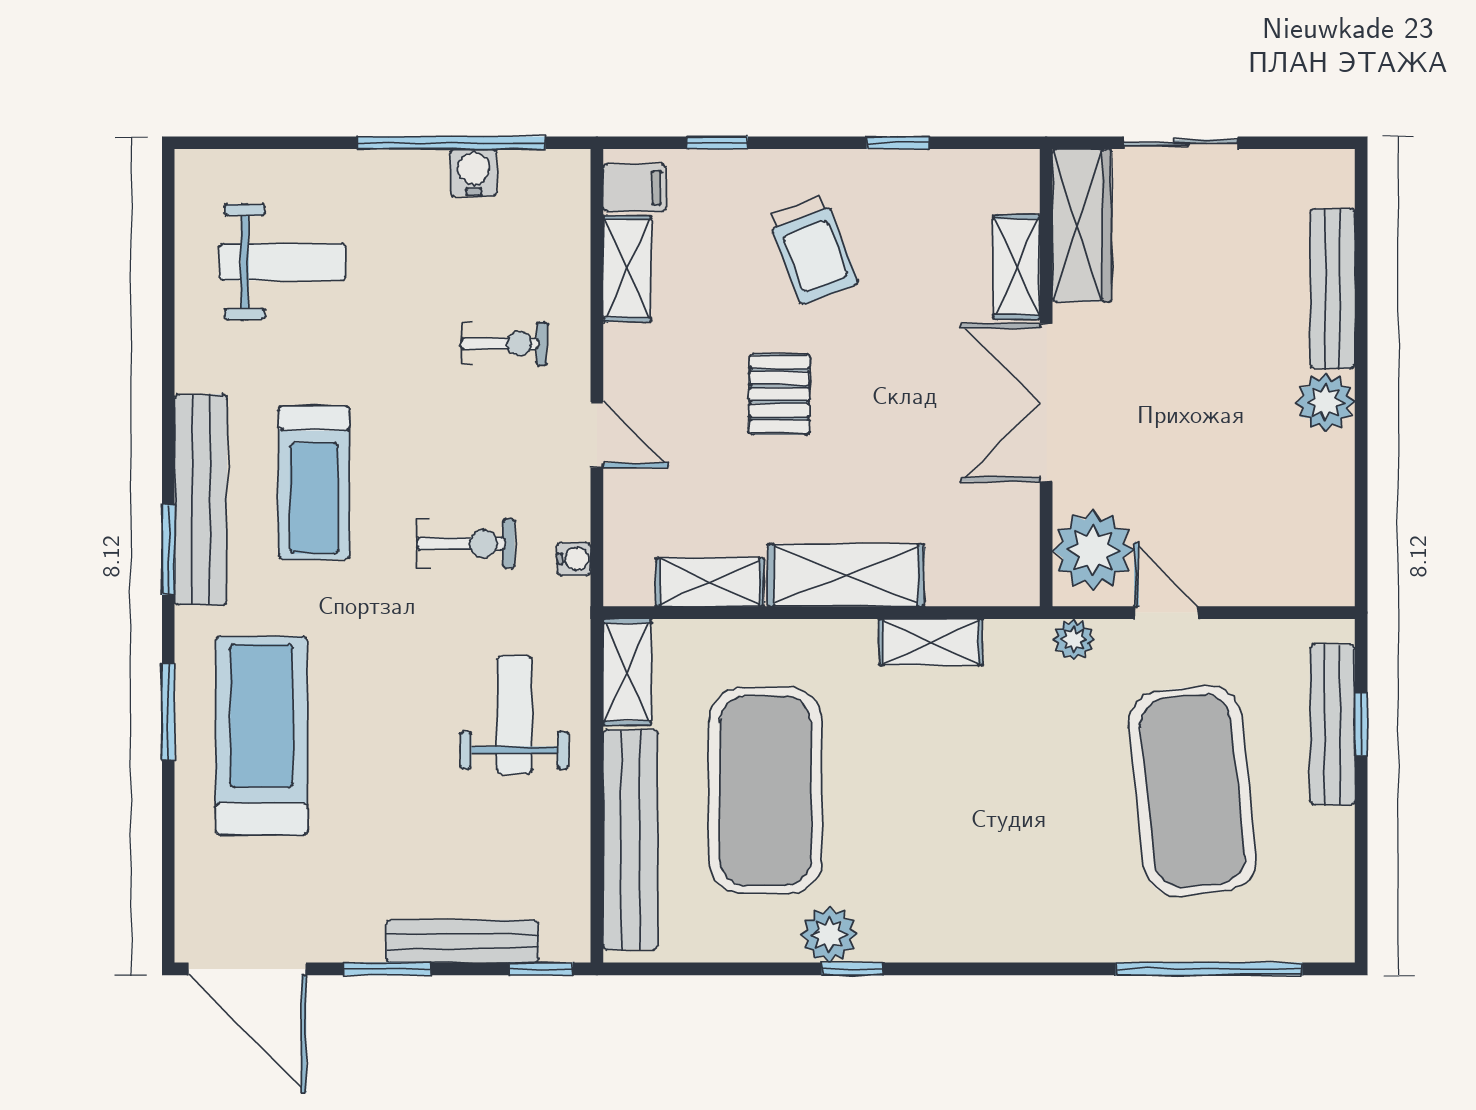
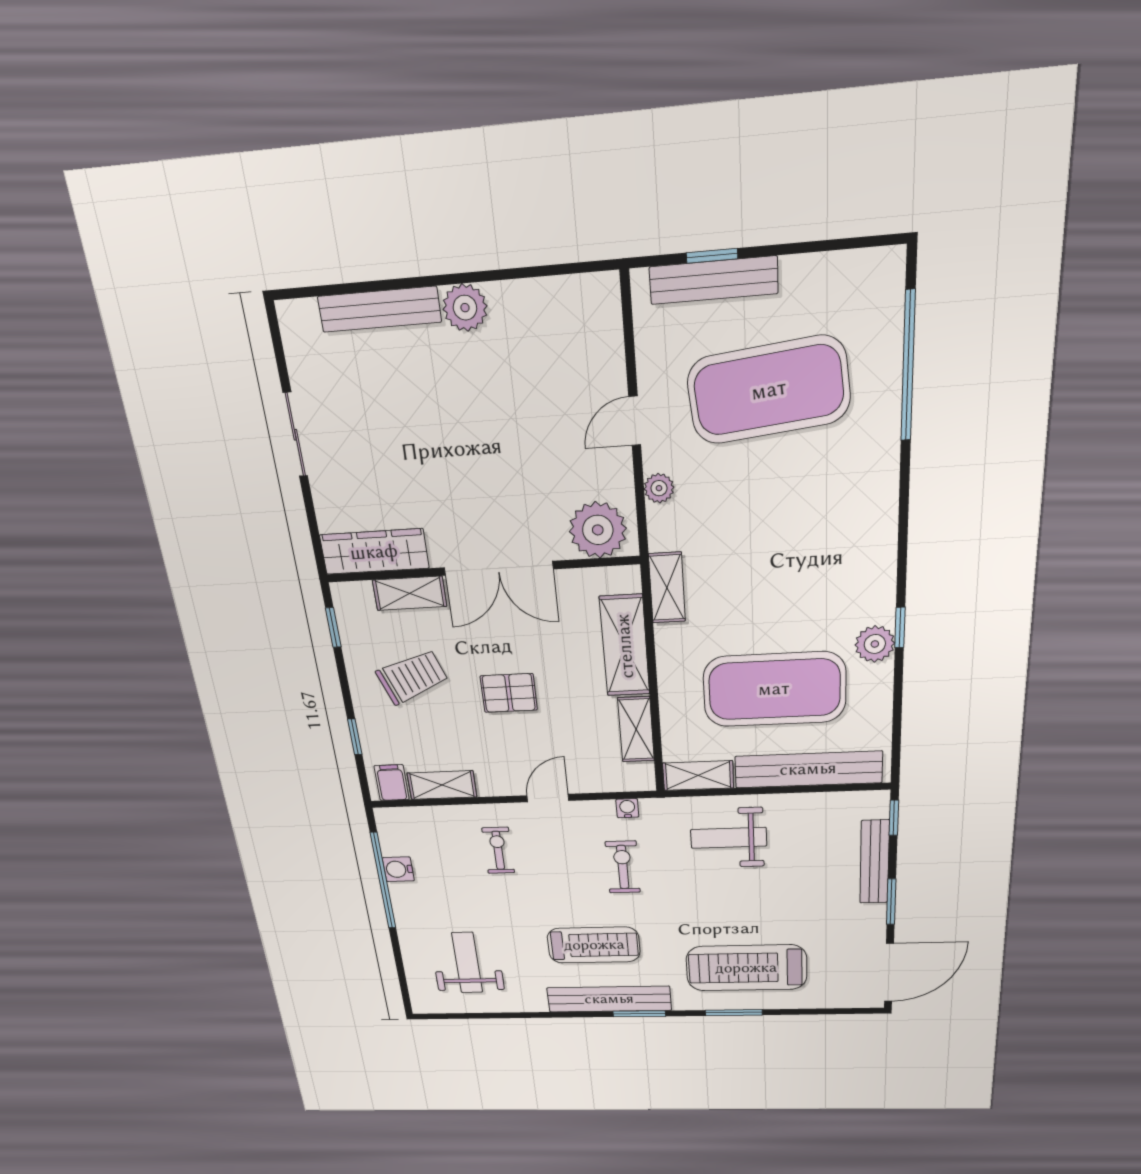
wardrobe: (1082, 225) -> (374, 552), moved
shelving: (1017, 267) -> (410, 593), moved
wall: (1046, 378) -> (481, 569), moved
double door: (1046, 403) -> (498, 568), moved
plant: (1093, 550) -> (598, 530), moved

